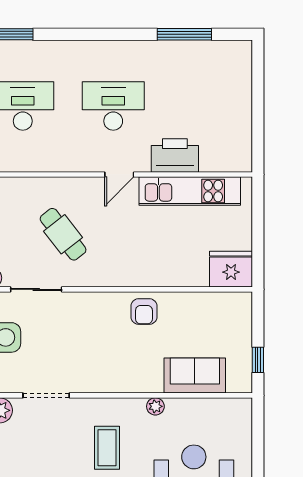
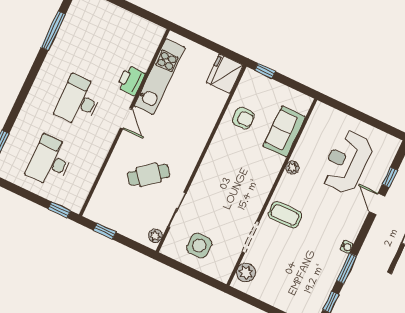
printer: (175, 155) -> (131, 80), width x0.73, depth x0.84
armchair: (144, 312) -> (243, 118), moved
window: (258, 360) -> (265, 71), moved
coffee table: (107, 448) -> (285, 215), moved

